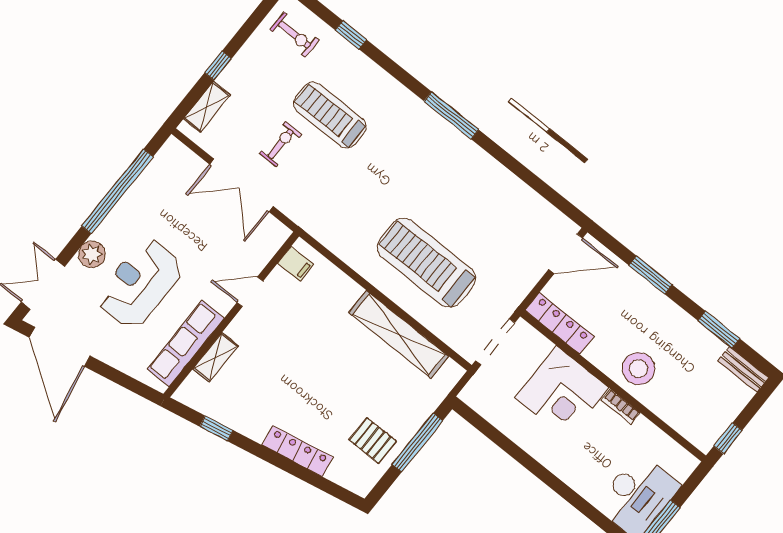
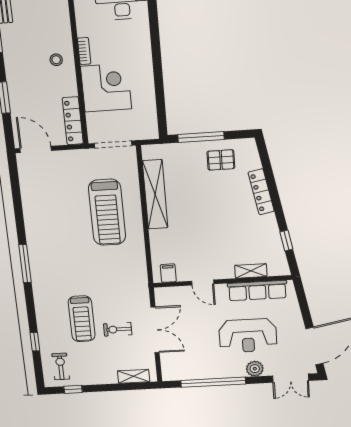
window: (218, 66) -> (73, 389), moved
stool: (639, 369) -> (56, 60), width x0.53, depth x0.53
pallet: (373, 441) -> (221, 160), turned 90

